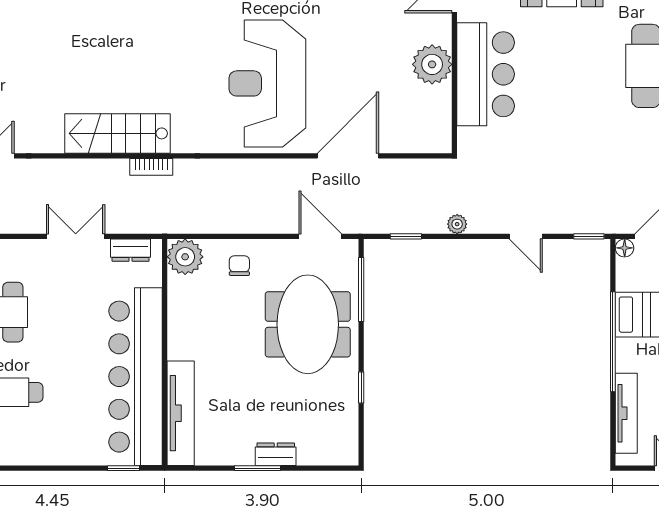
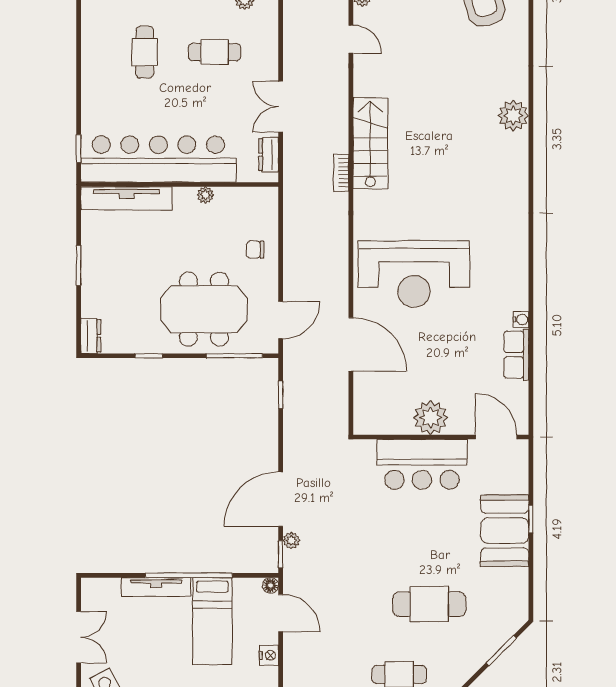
reception desk: (267, 83) -> (414, 274), turned 180
plant: (457, 224) -> (291, 541), moved
double door: (76, 236) -> (281, 107), swing flipped
door: (526, 236) -> (281, 499), width x1.88
plant: (185, 257) -> (205, 195), moved, width x0.53, depth x0.53
chair: (239, 266) -> (255, 250), turned 180
tv unit: (626, 413) -> (156, 587), moved
dresser: (276, 454) -> (91, 336), moved

